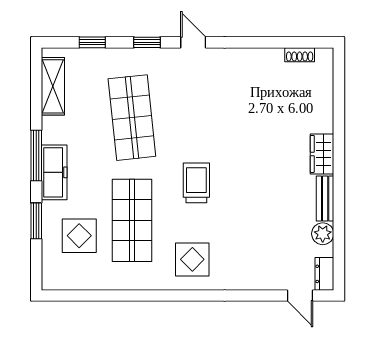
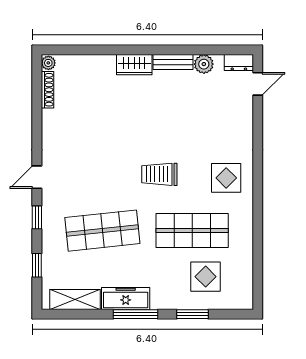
shoe rack: (300, 55) -> (48, 90), width x1.43
plant: (324, 56) -> (48, 63), added
freezer: (54, 172) -> (126, 298), moved

